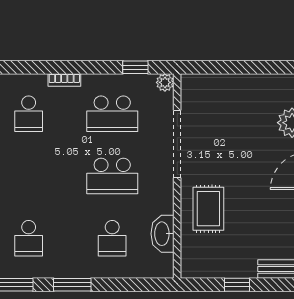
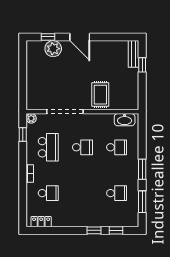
school desk: (112, 176) -> (82, 147), width x0.54
rug: (208, 209) -> (100, 95), turned 90
washbasin: (163, 234) -> (125, 120), moved
window: (237, 285) -> (142, 65), moved

